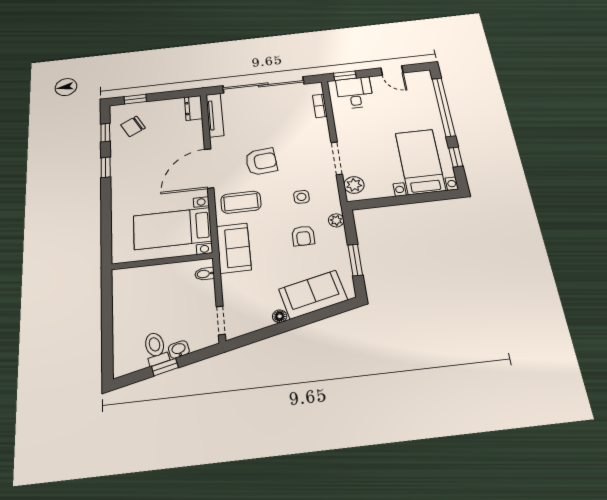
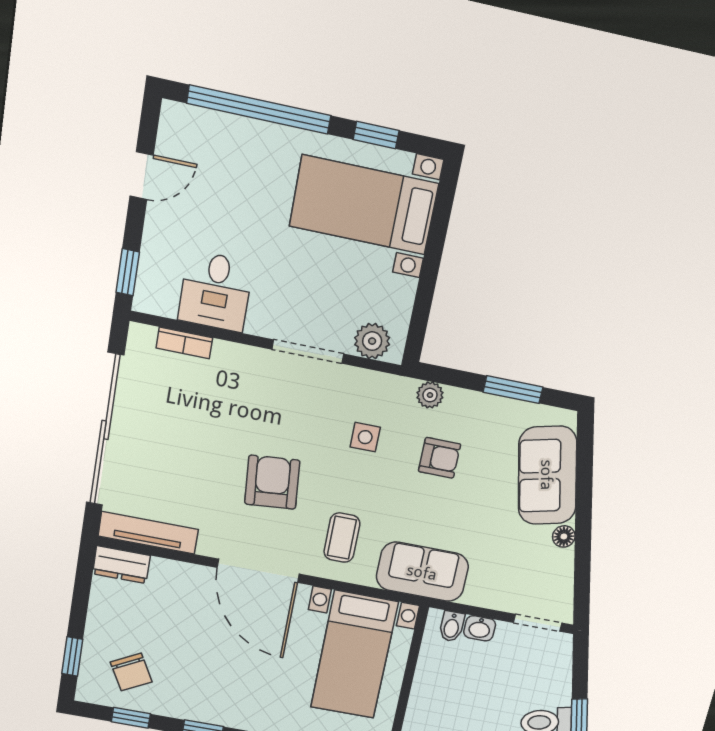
desk: (355, 93) -> (216, 291), moved, turned -90
coffee table: (241, 202) -> (342, 538), width x0.73, depth x0.77
washbasin: (179, 350) -> (480, 628), moved, turned -77

